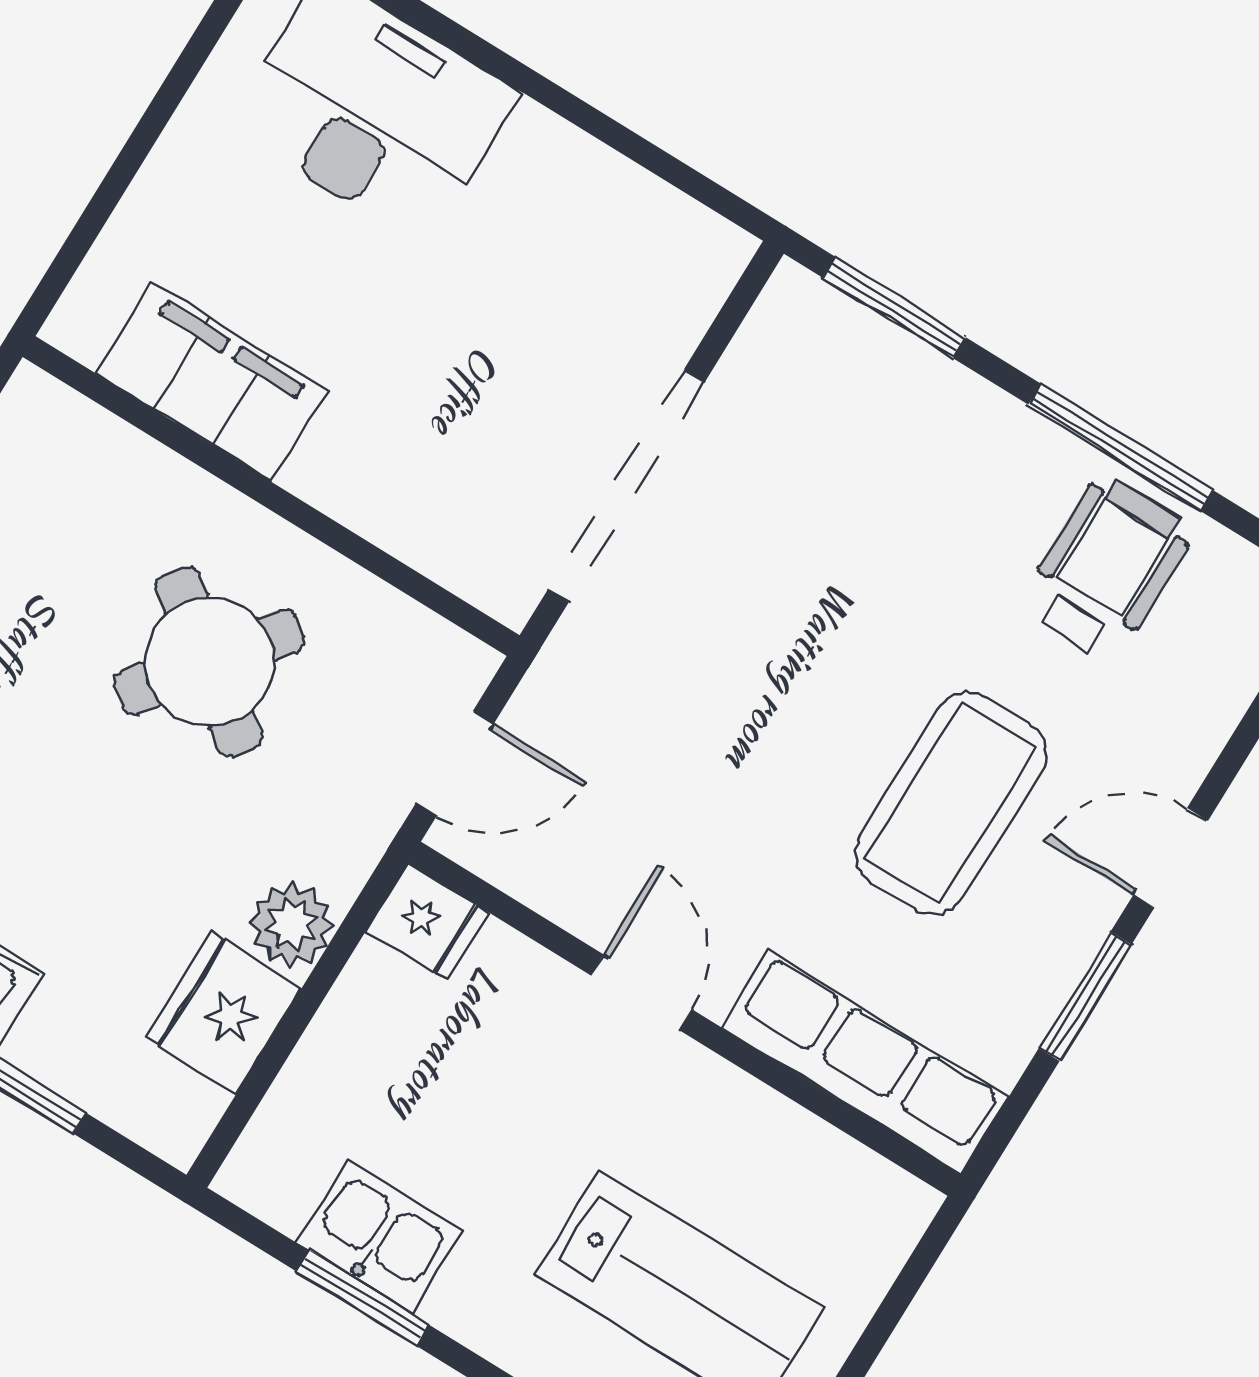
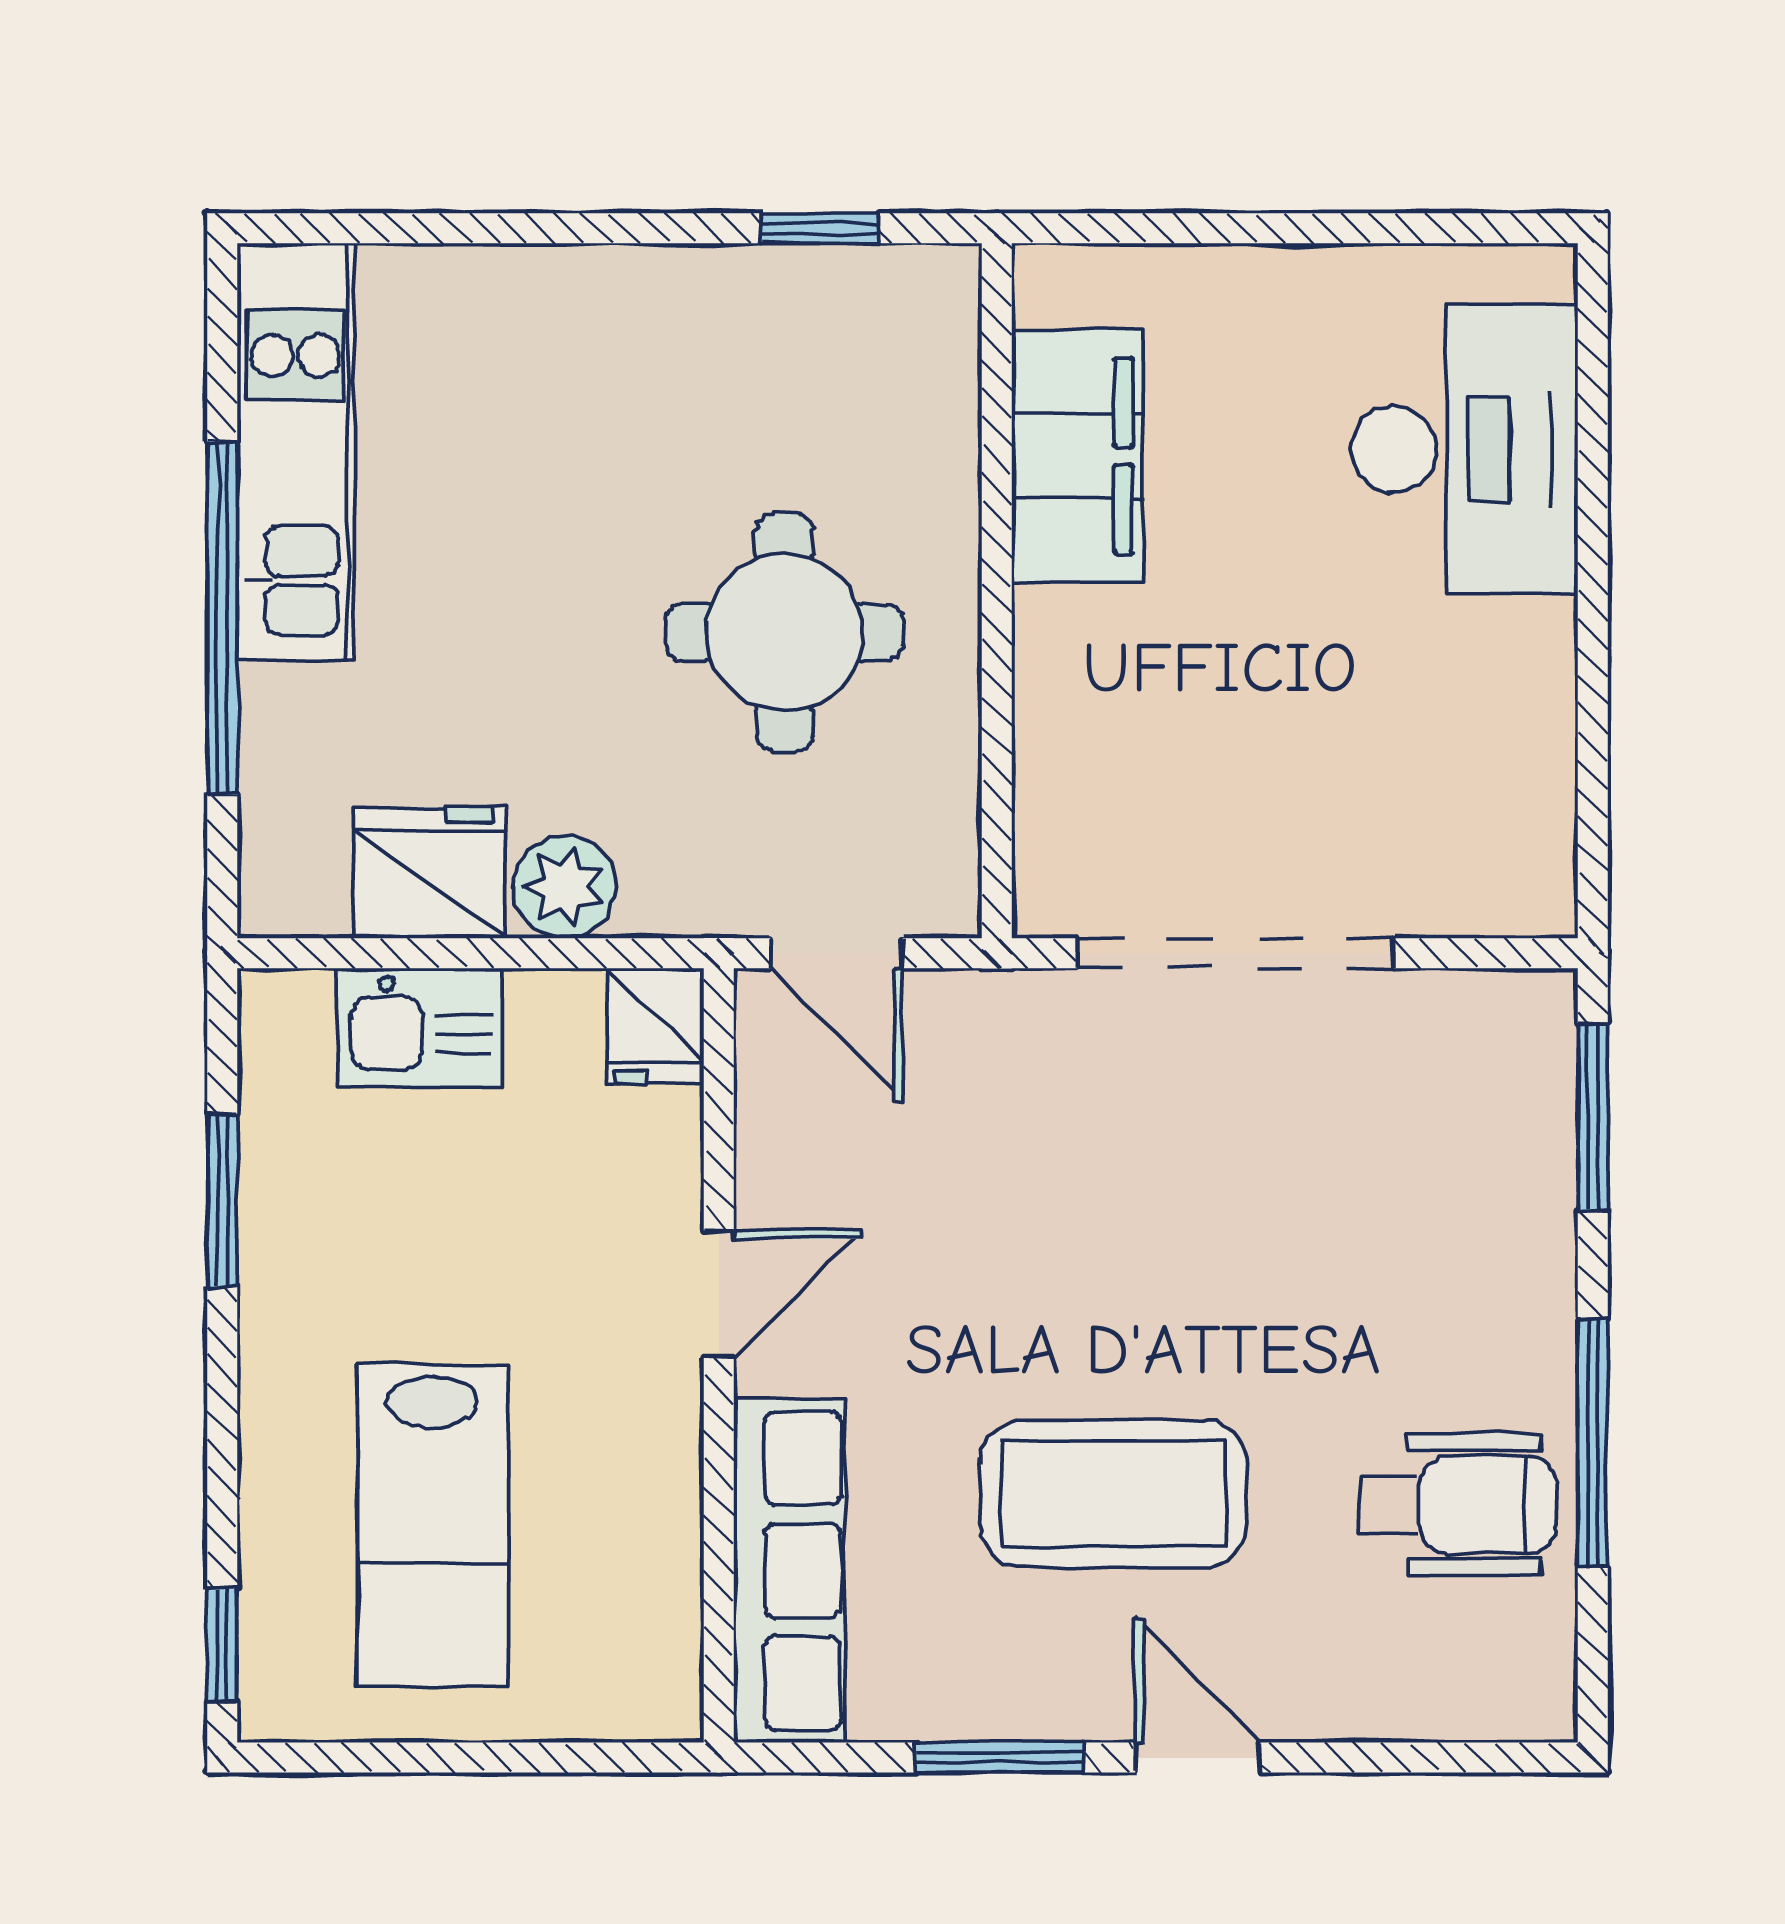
round table: (209, 662) -> (785, 633), turned -37
kitchen sink: (379, 1237) -> (419, 1028), moved, turned 90

